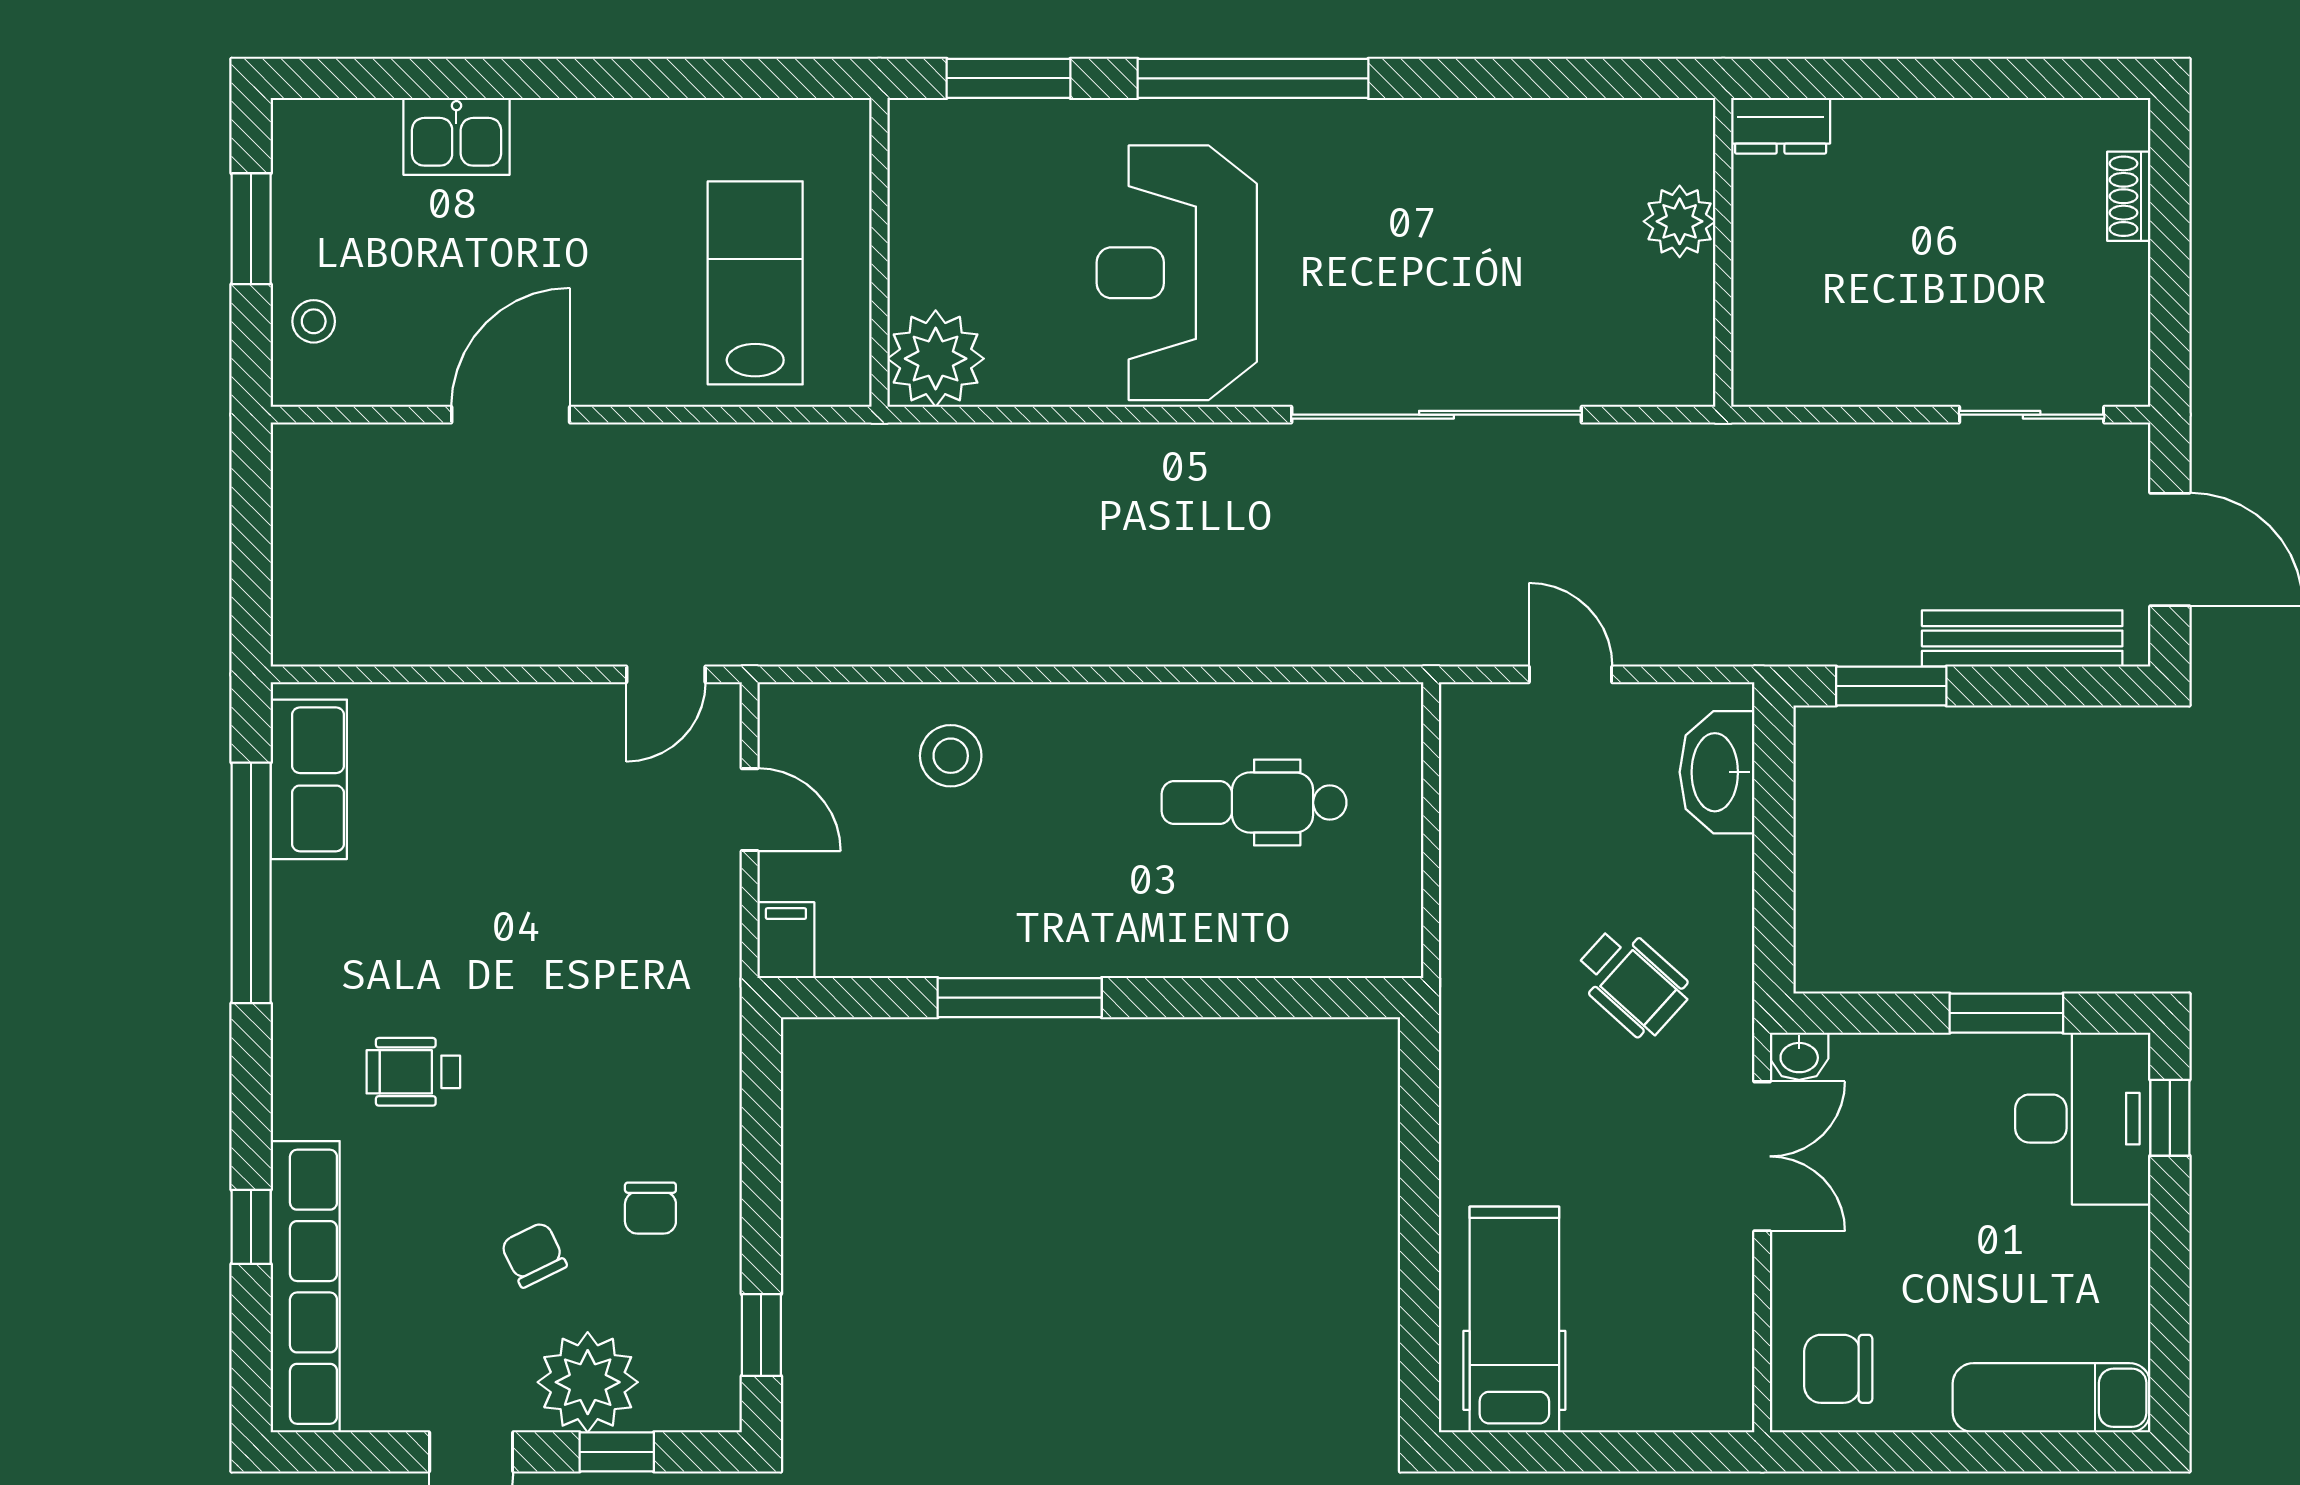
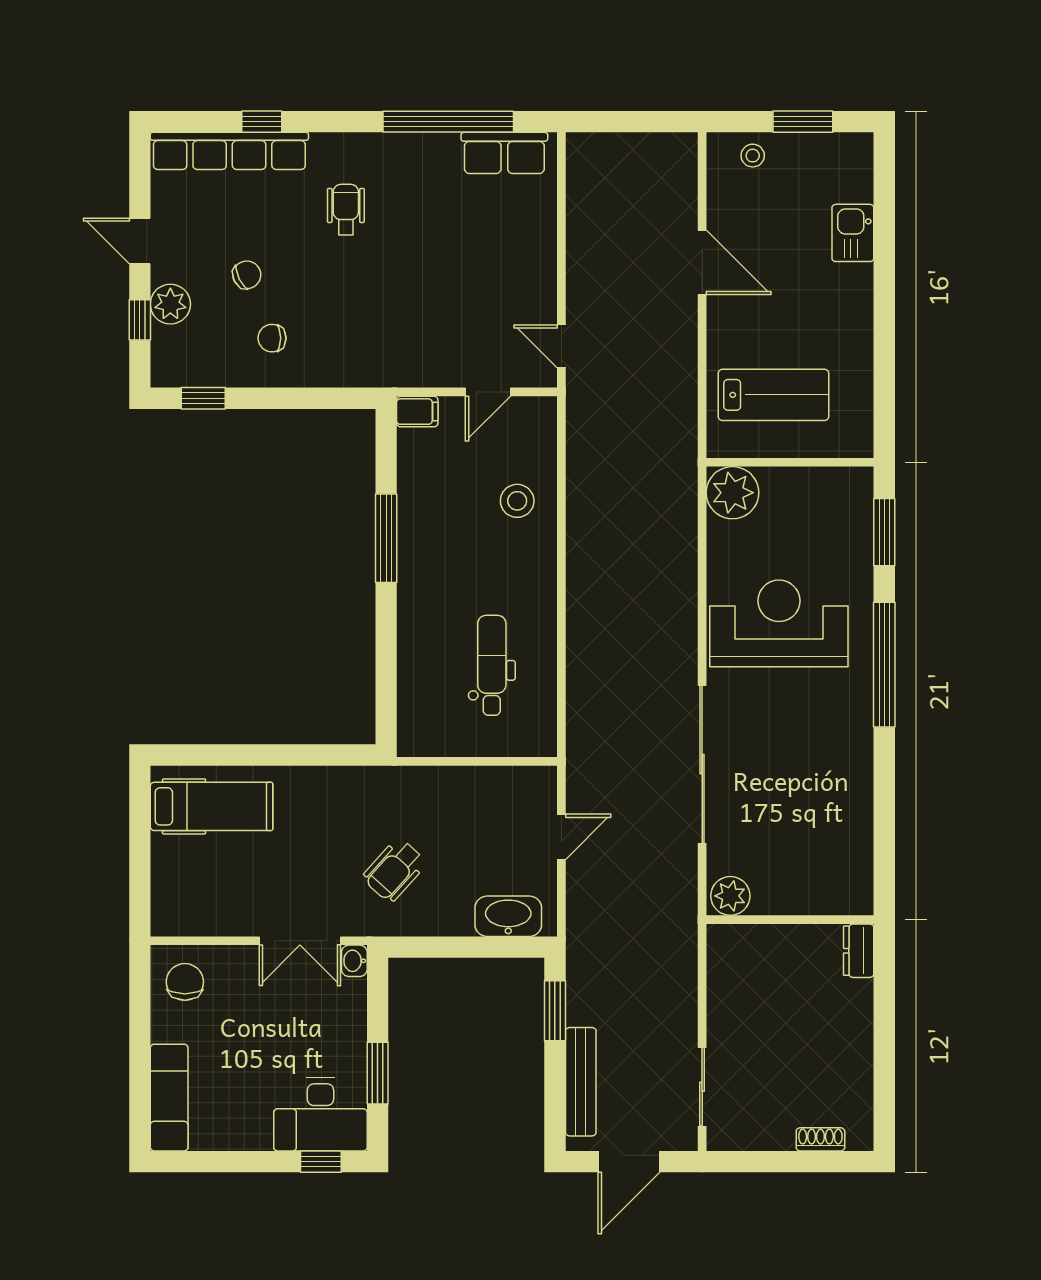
plant: (1680, 221) -> (730, 896), moved
plant: (588, 1382) -> (170, 304), width x0.73, depth x0.73

